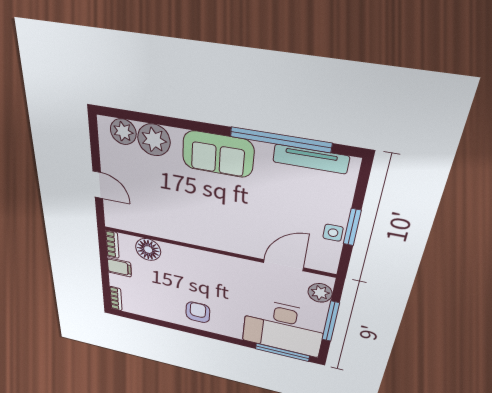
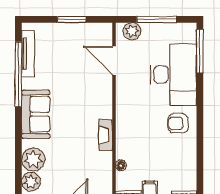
side table: (333, 233) -> (79, 31), removed
fireplace: (186, 236) -> (106, 135), added
floor lamp: (148, 250) -> (121, 165), width x0.53, depth x0.53
desk: (283, 328) -> (173, 75), moved

